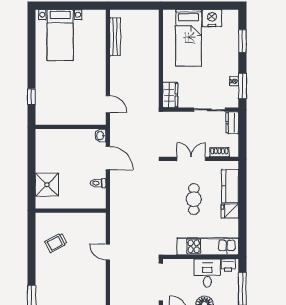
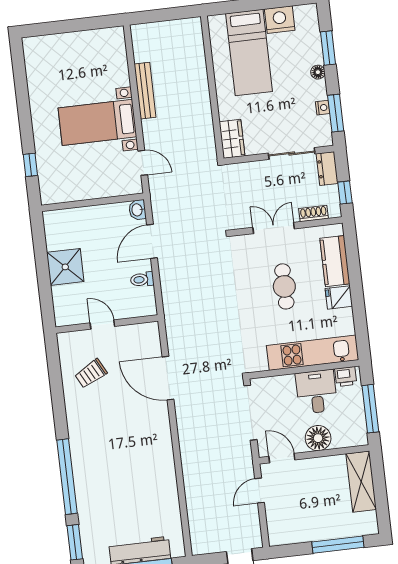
bed with nightstands: (60, 35) -> (97, 122), moved, turned 90
bench: (115, 37) -> (145, 91), moved
floor lamp: (234, 57) -> (318, 72), added
window: (242, 140) -> (345, 193), added
door: (108, 158) -> (152, 241), swing flipped
shower: (47, 185) -> (65, 267), moved
door: (68, 211) -> (102, 325), added
door: (108, 252) -> (168, 378), width x1.88

